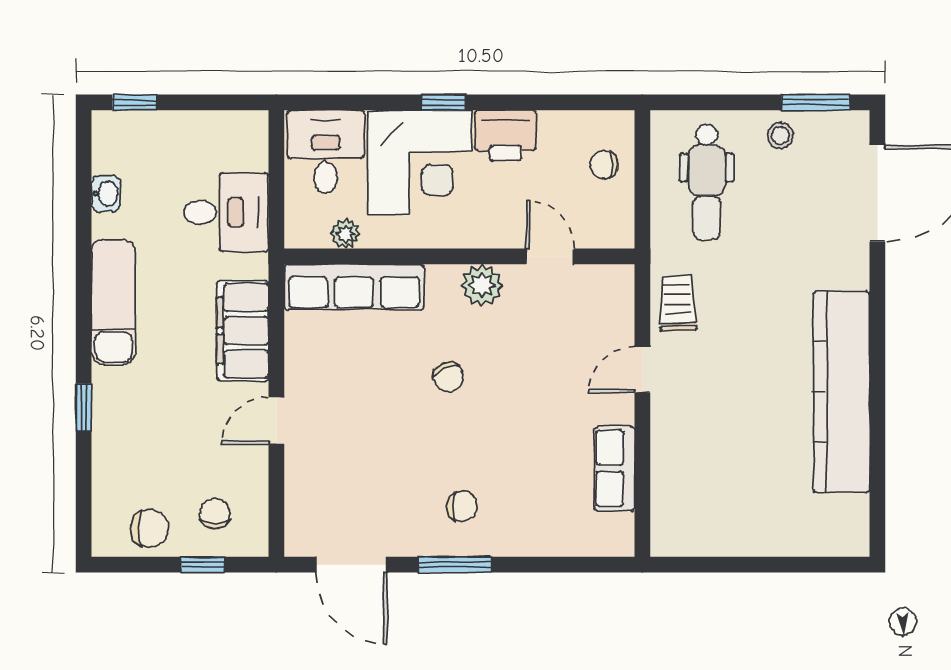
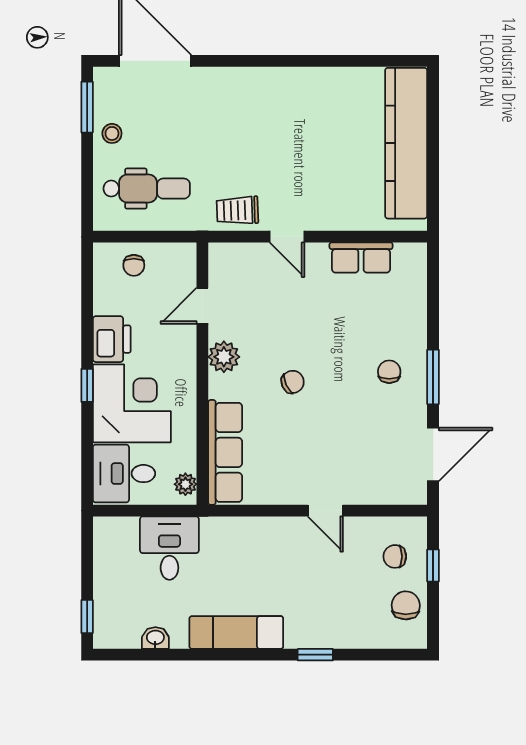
plant: (346, 234) -> (185, 484), moved
filing cabinet: (243, 331) -> (258, 536), removed
kitchen counter: (842, 392) -> (406, 143), moved, turned 90

